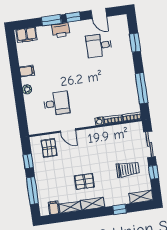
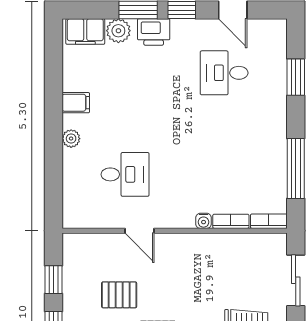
plant: (43, 32) -> (118, 31), added
pallet: (49, 148) -> (119, 295), moved, turned 90

